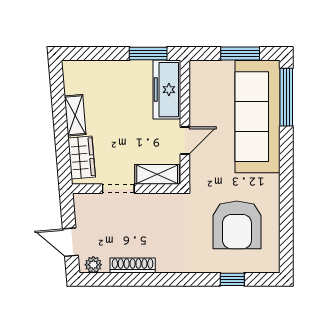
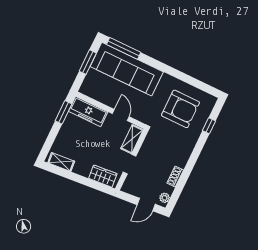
shelving: (75, 115) -> (61, 162), moved
shoe rack: (133, 265) -> (175, 177), width x0.70

